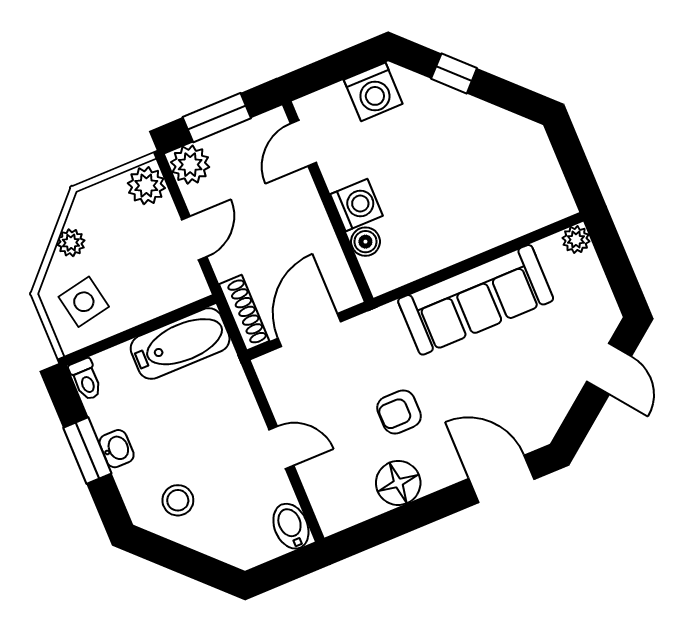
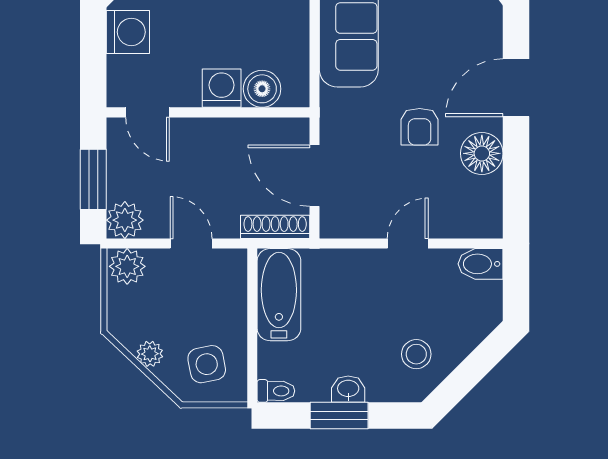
boiler: (365, 242) -> (262, 89), width x1.36, depth x1.36
door: (501, 479) -> (516, 88), moved

